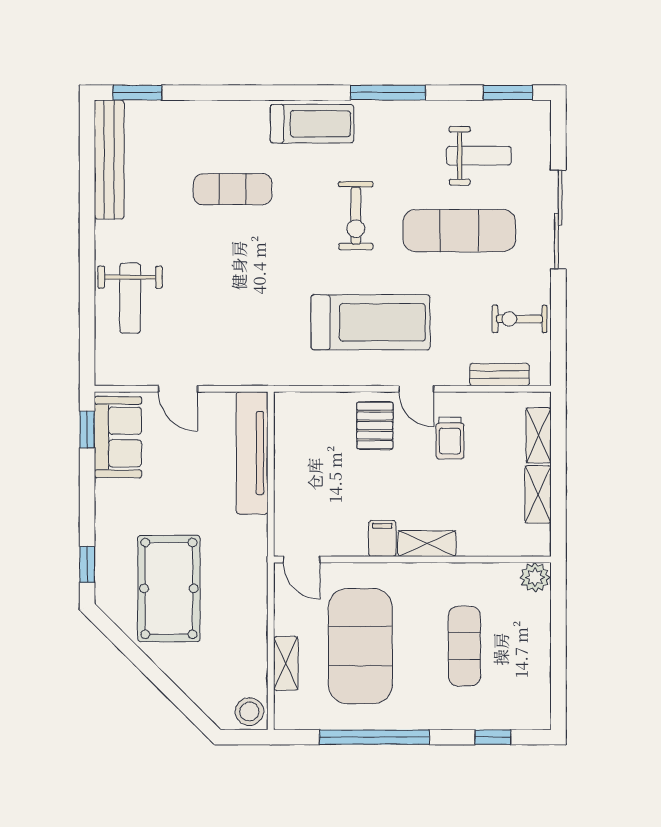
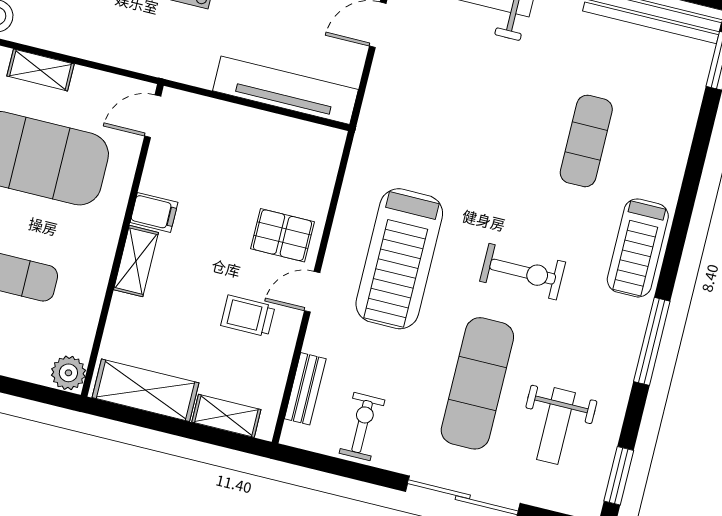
exercise bike: (356, 216) -> (523, 272), turned 180
shelving: (538, 494) -> (145, 390), width x1.50, depth x1.33

